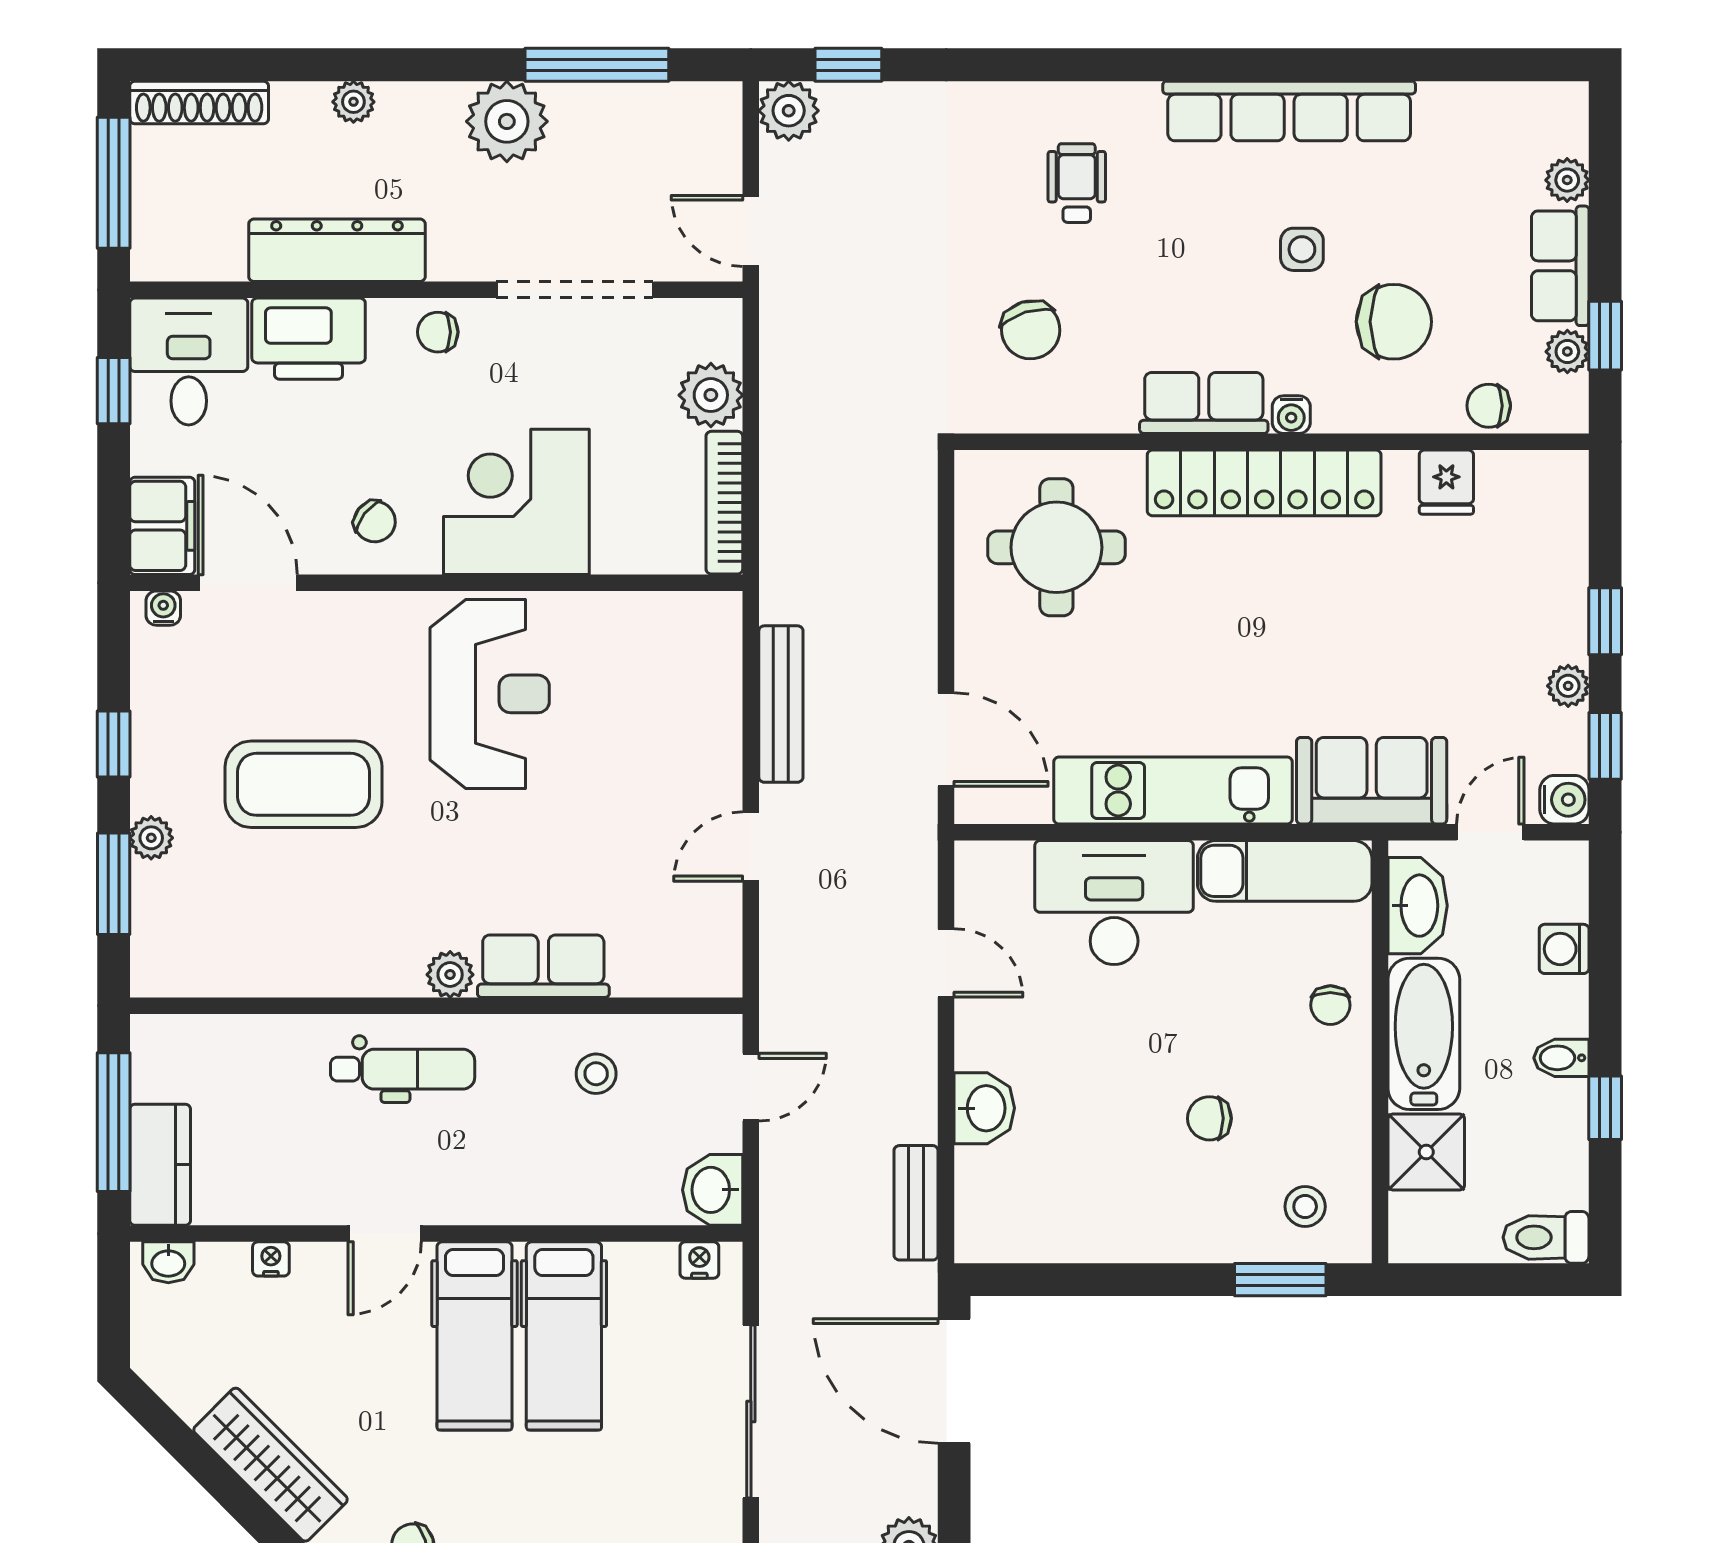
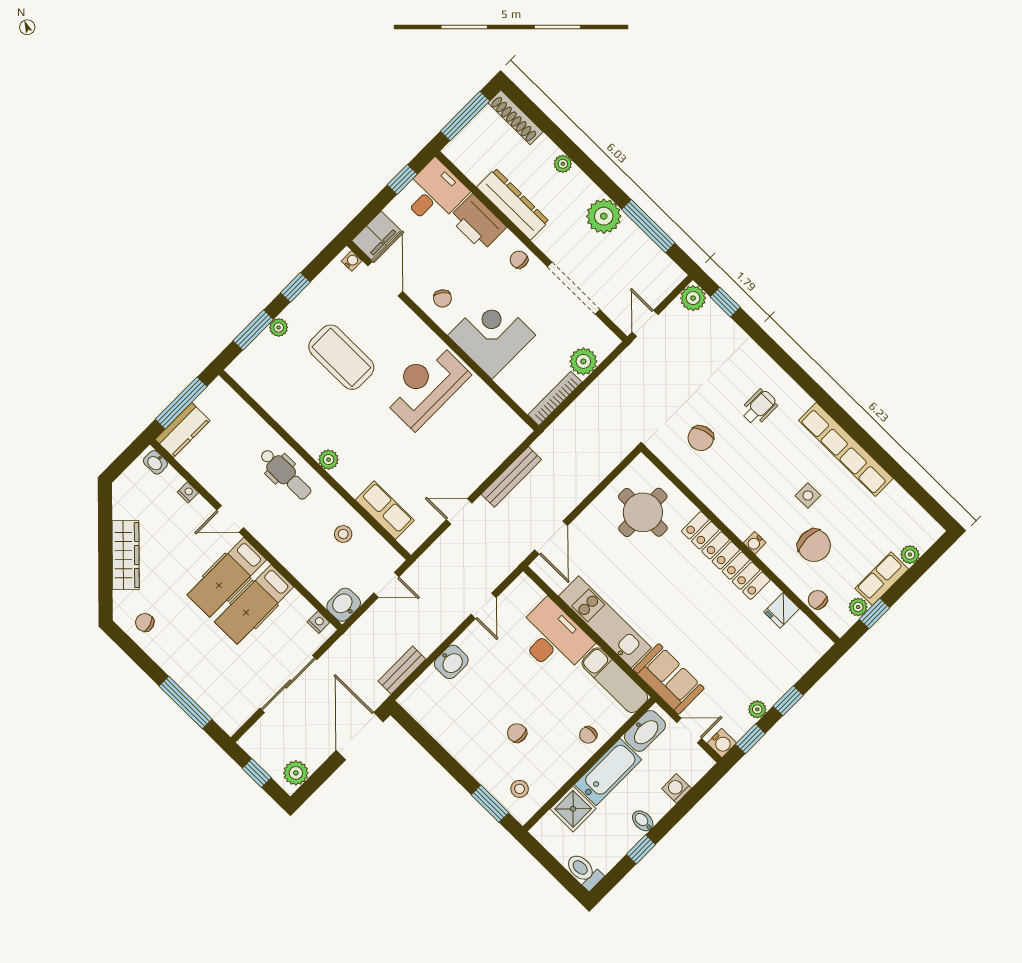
row of seats: (1204, 403) -> (732, 513), removed
reception desk: (490, 694) -> (425, 386), turned 180
row of seats: (543, 966) -> (385, 510), moved

